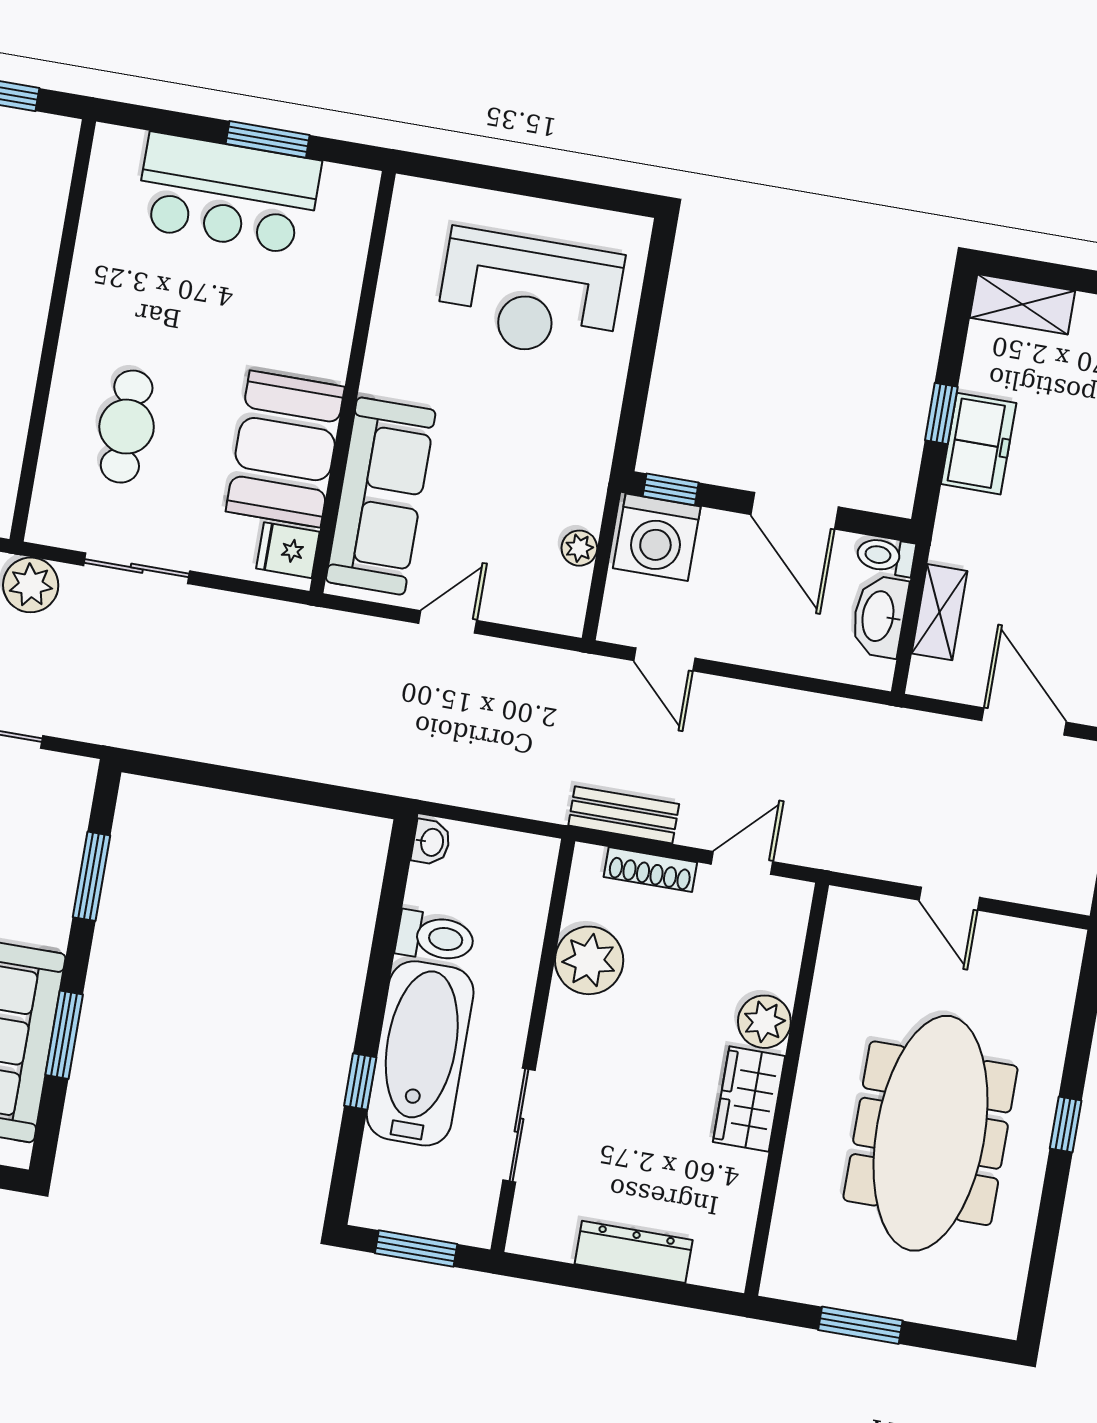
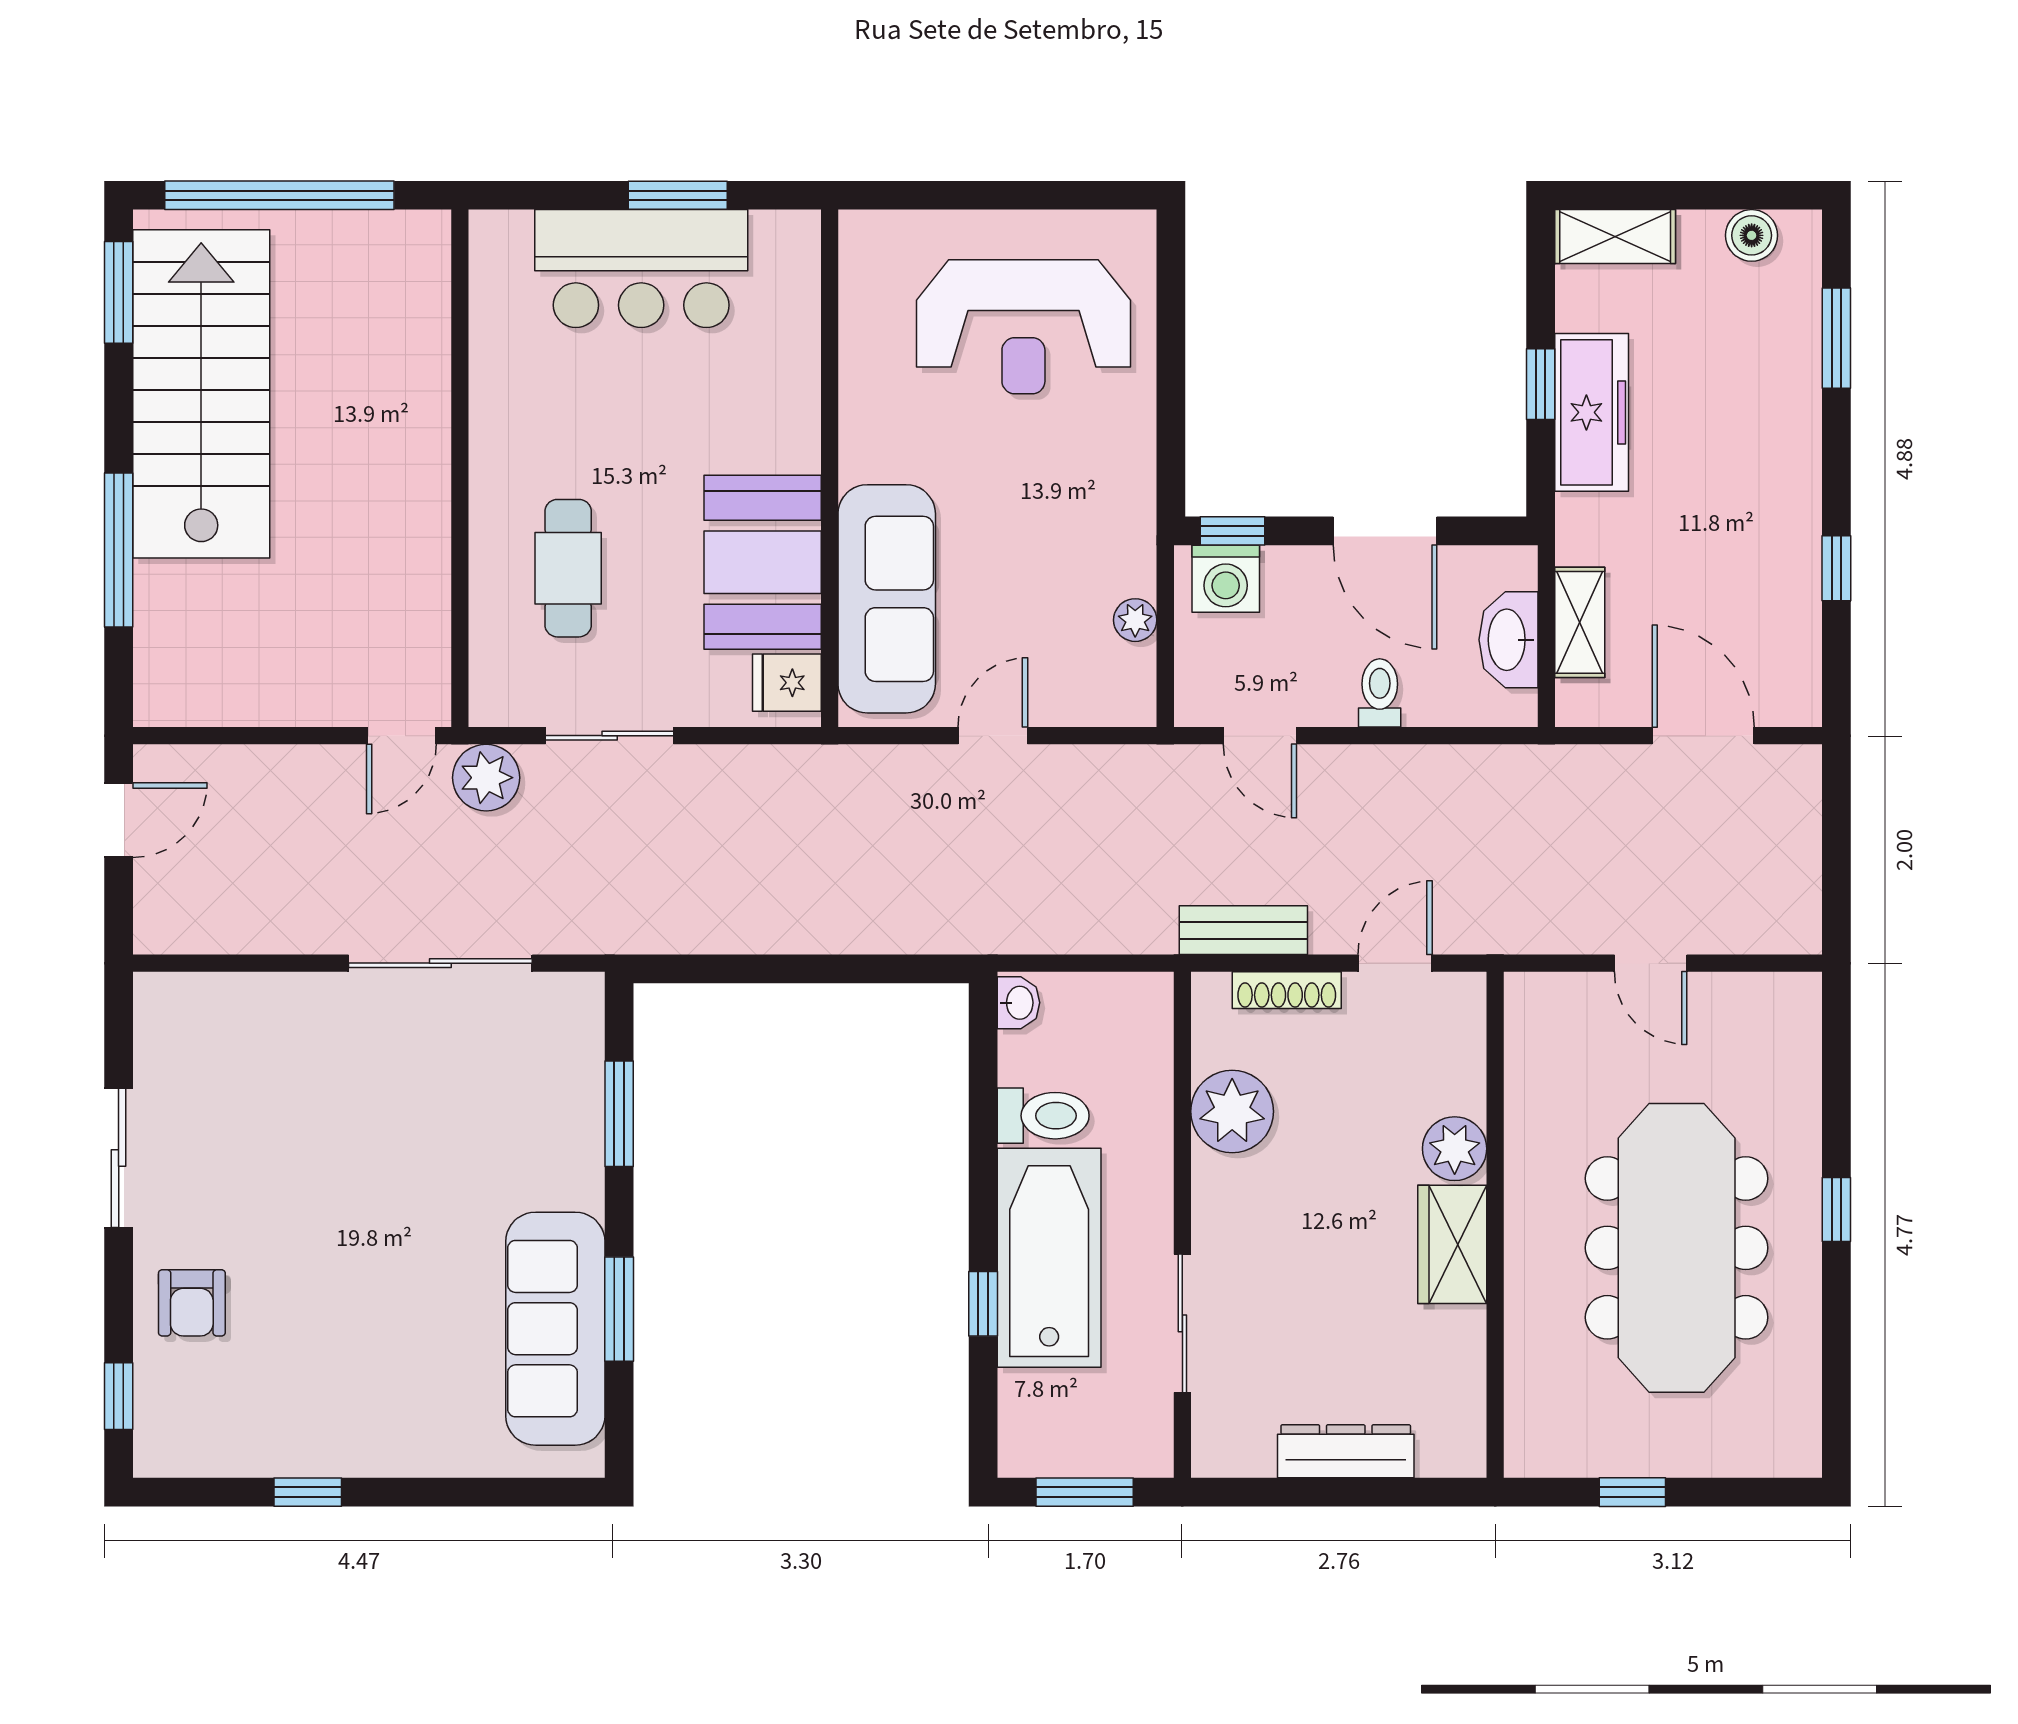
freezer: (979, 444) -> (1592, 412), width x1.40
washing machine: (657, 537) -> (1226, 579), width x0.73, depth x0.73
toilet: (886, 556) -> (1380, 693), moved, turned 90
window: (860, 1325) -> (1632, 1492), width x0.67

